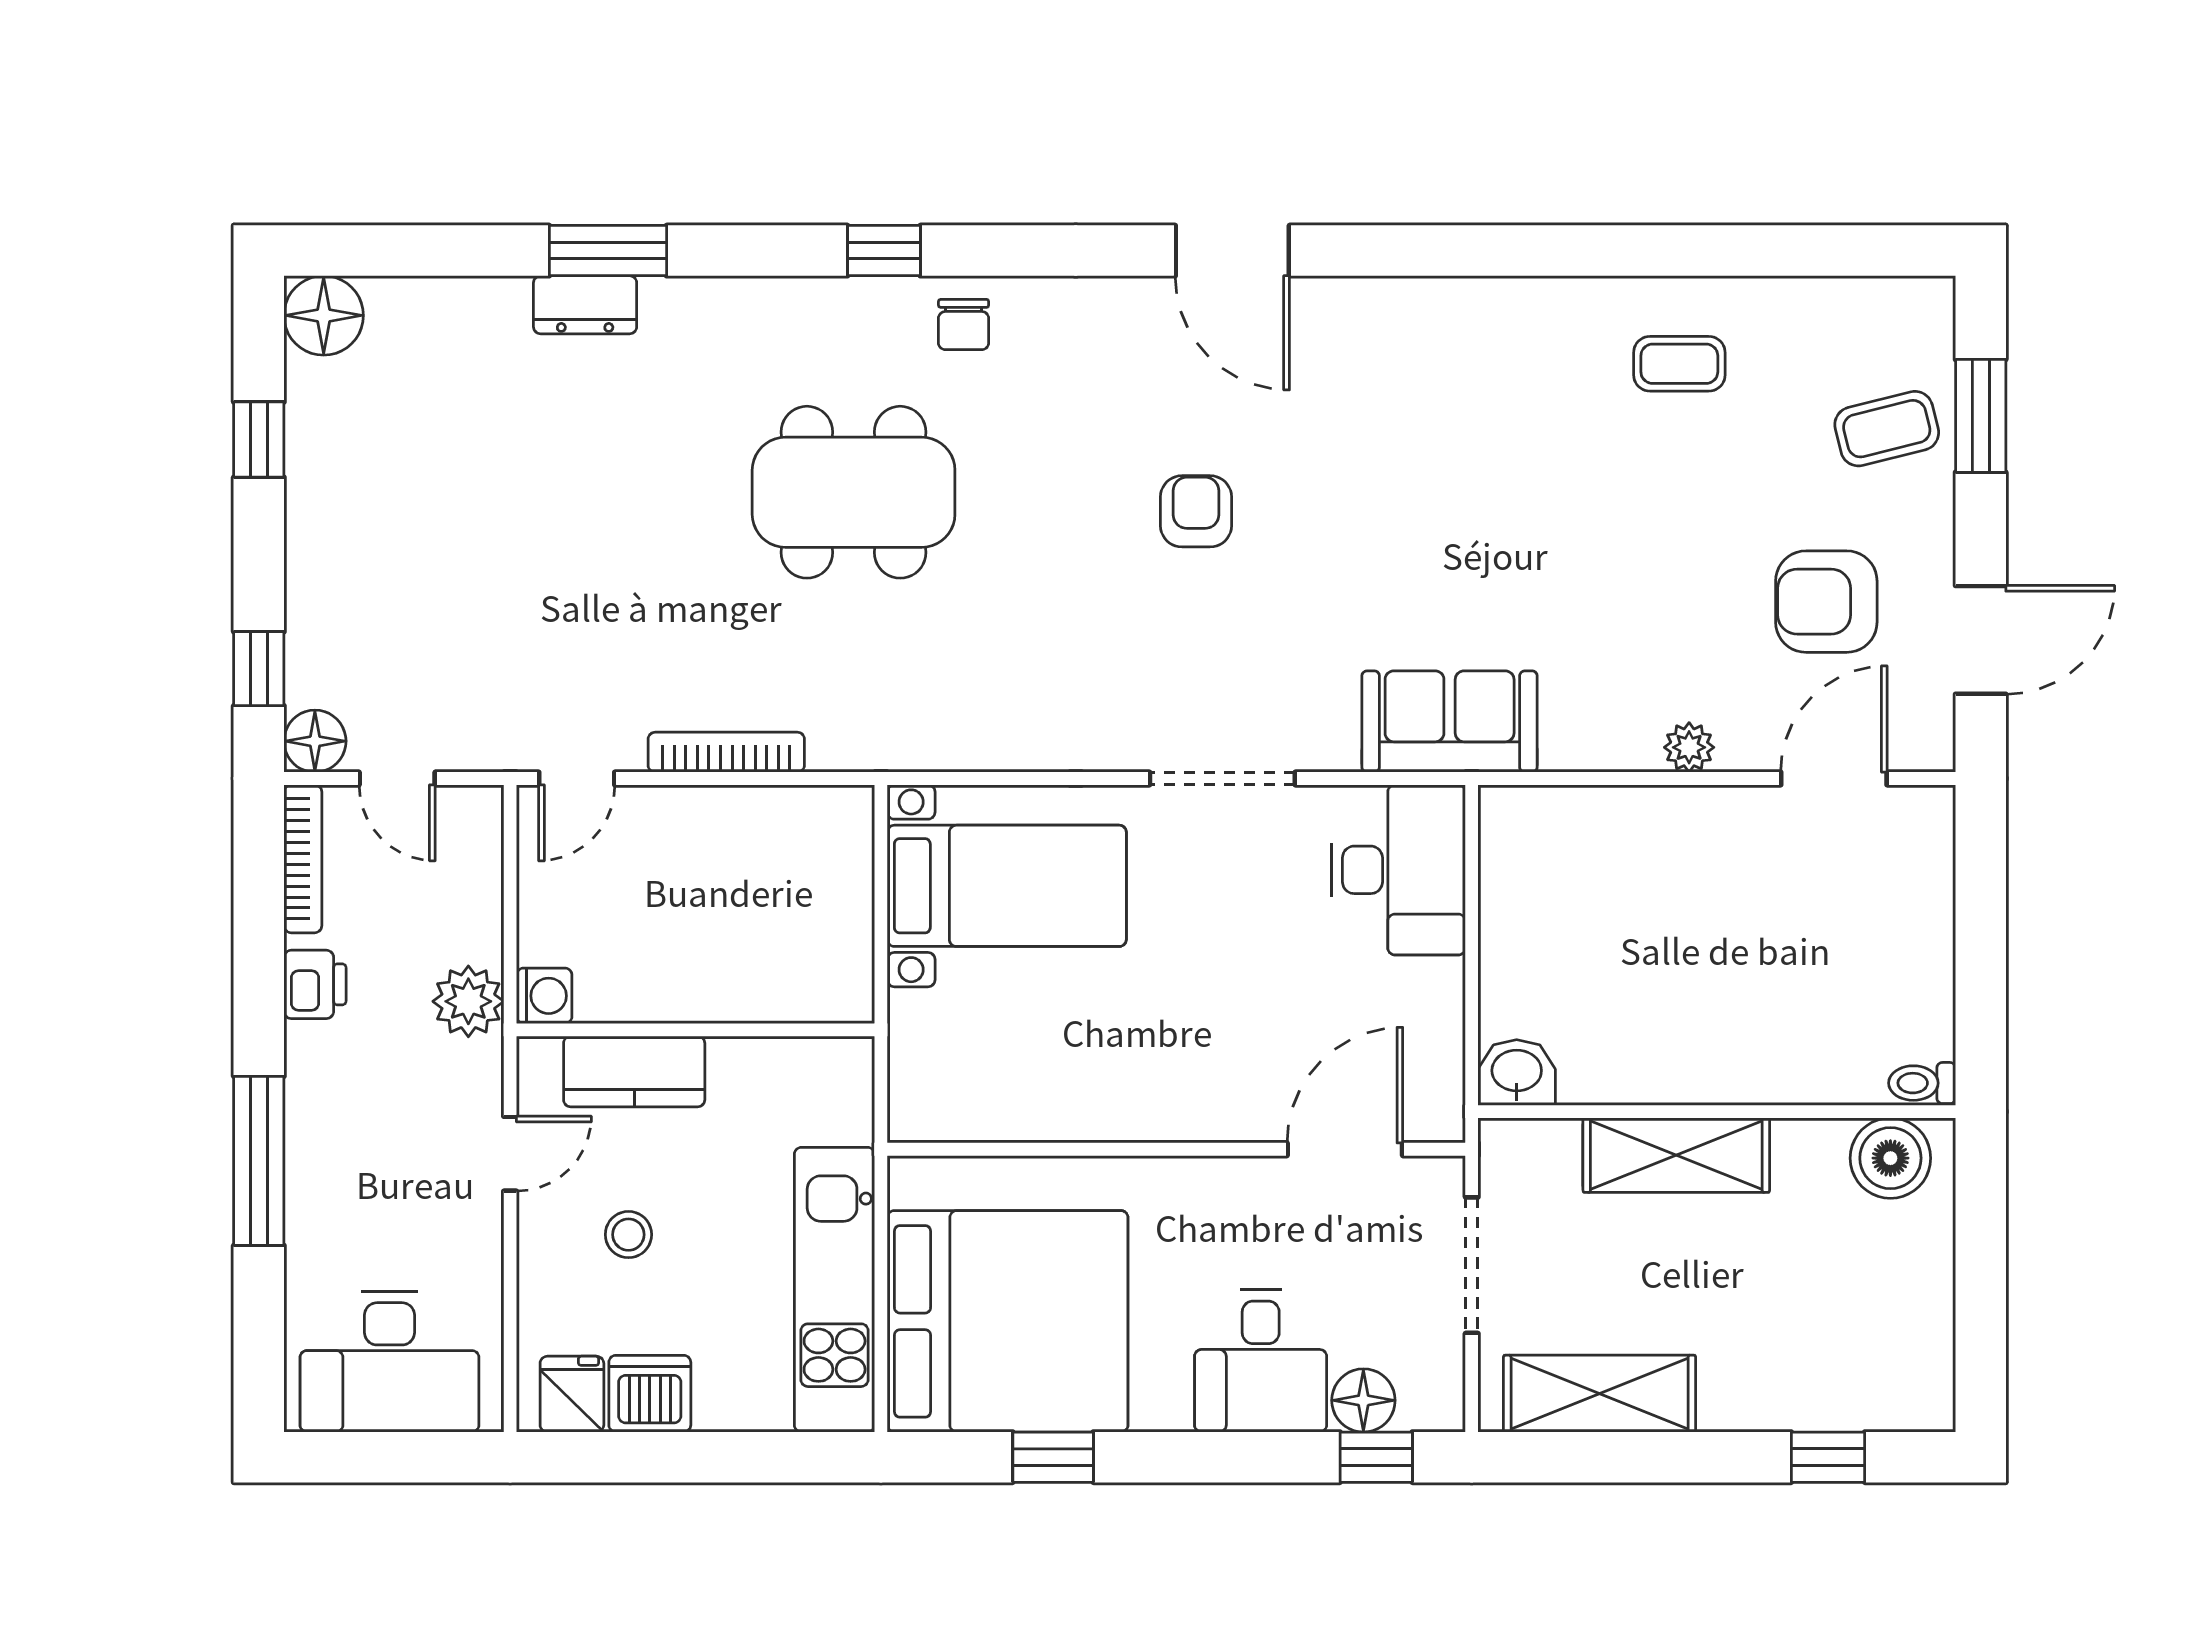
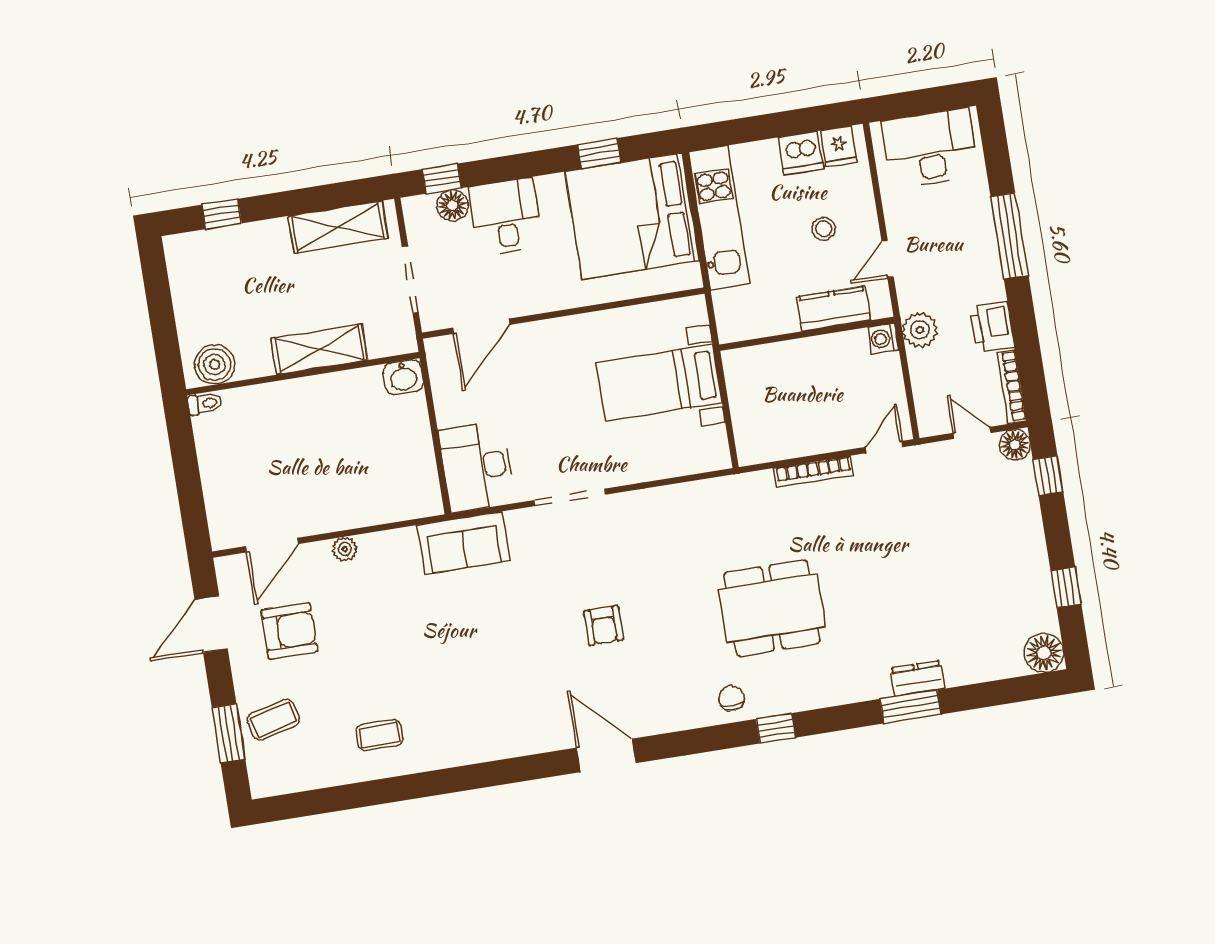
bed with nightstands: (1007, 886) -> (659, 383), moved
printer: (315, 984) -> (992, 327), width x1.36, depth x1.24

